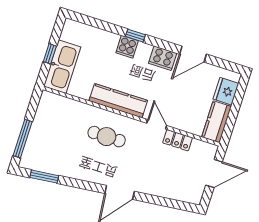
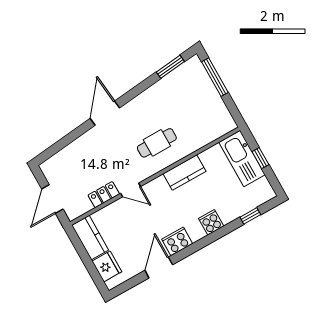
window: (135, 36) -> (250, 216), moved
kitchen counter: (118, 101) -> (185, 172), width x0.67

